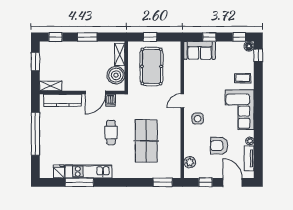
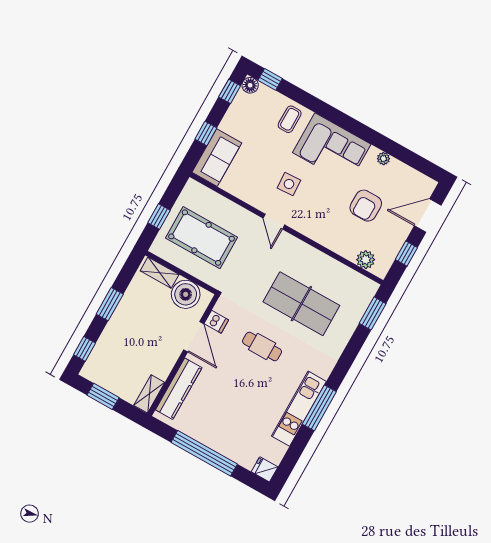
side table: (198, 119) -> (289, 184), moved
tv unit: (249, 158) -> (407, 173), removed
fridge: (59, 172) -> (265, 469), moved
window: (79, 182) -> (319, 408), moved

